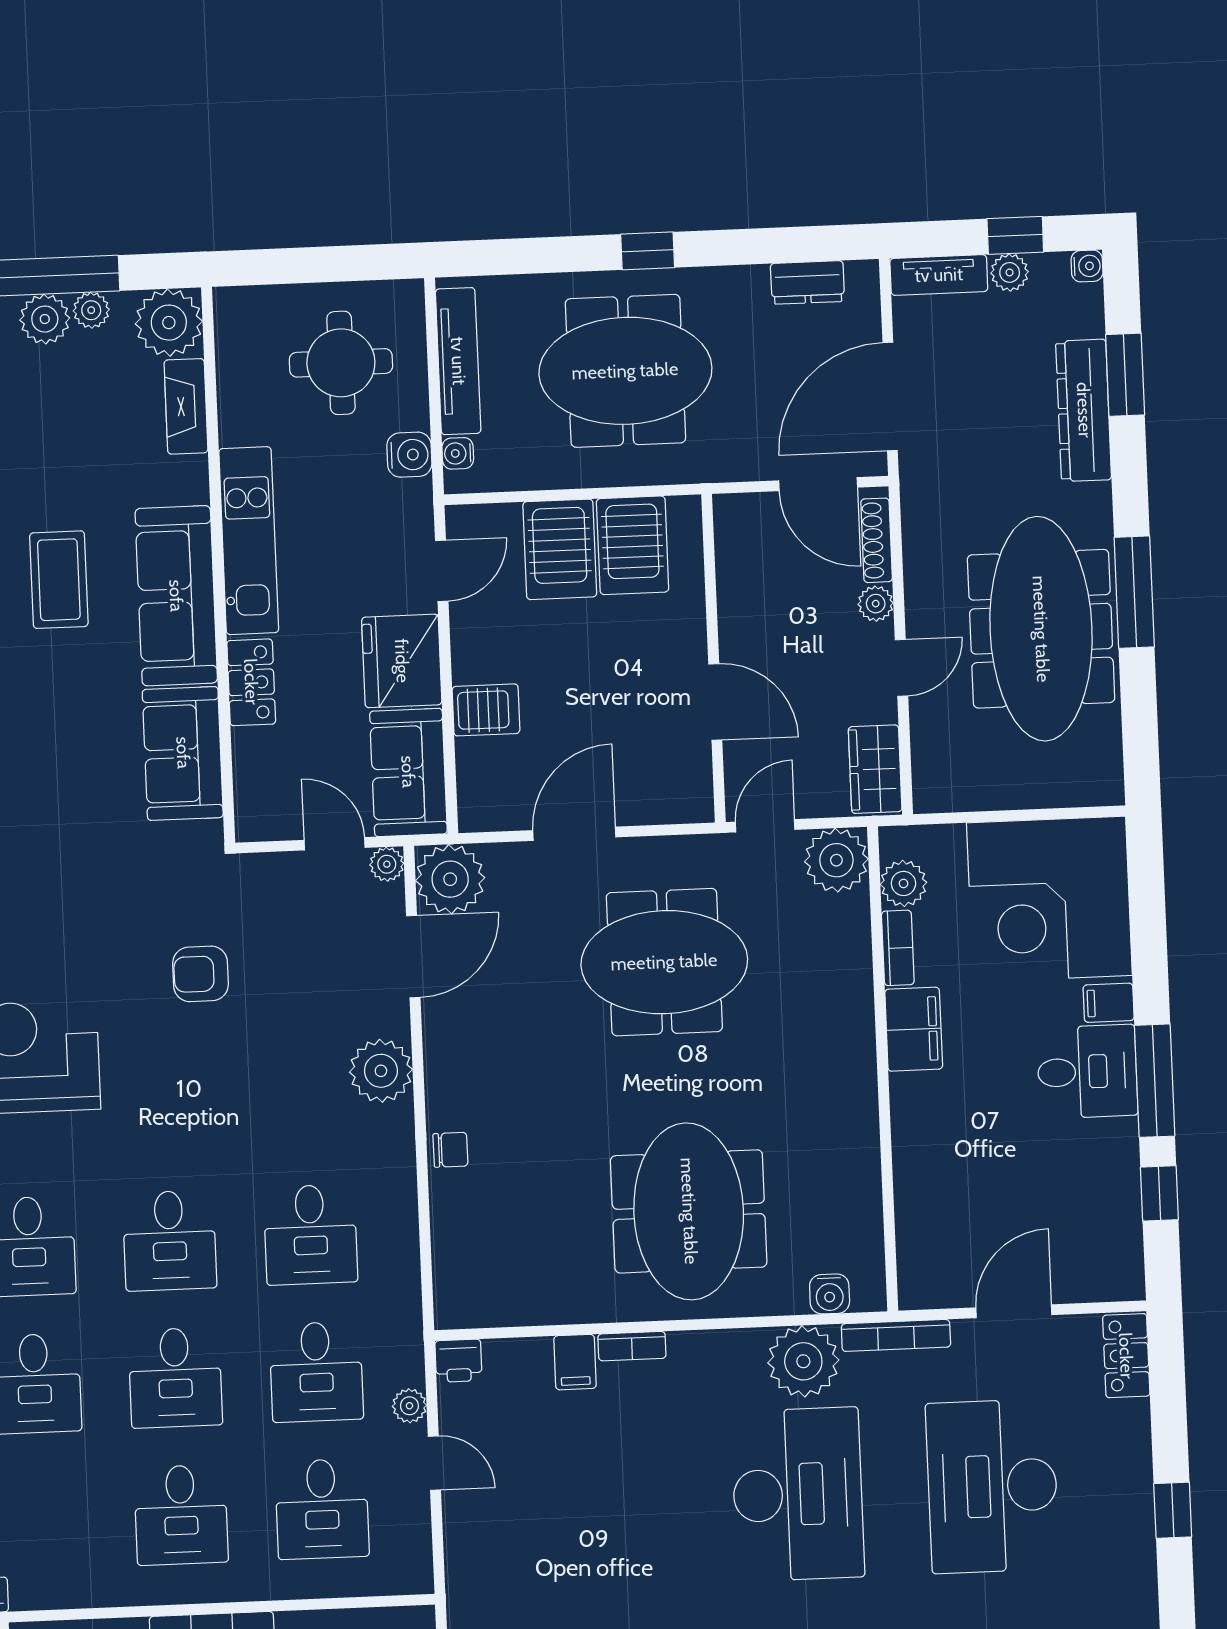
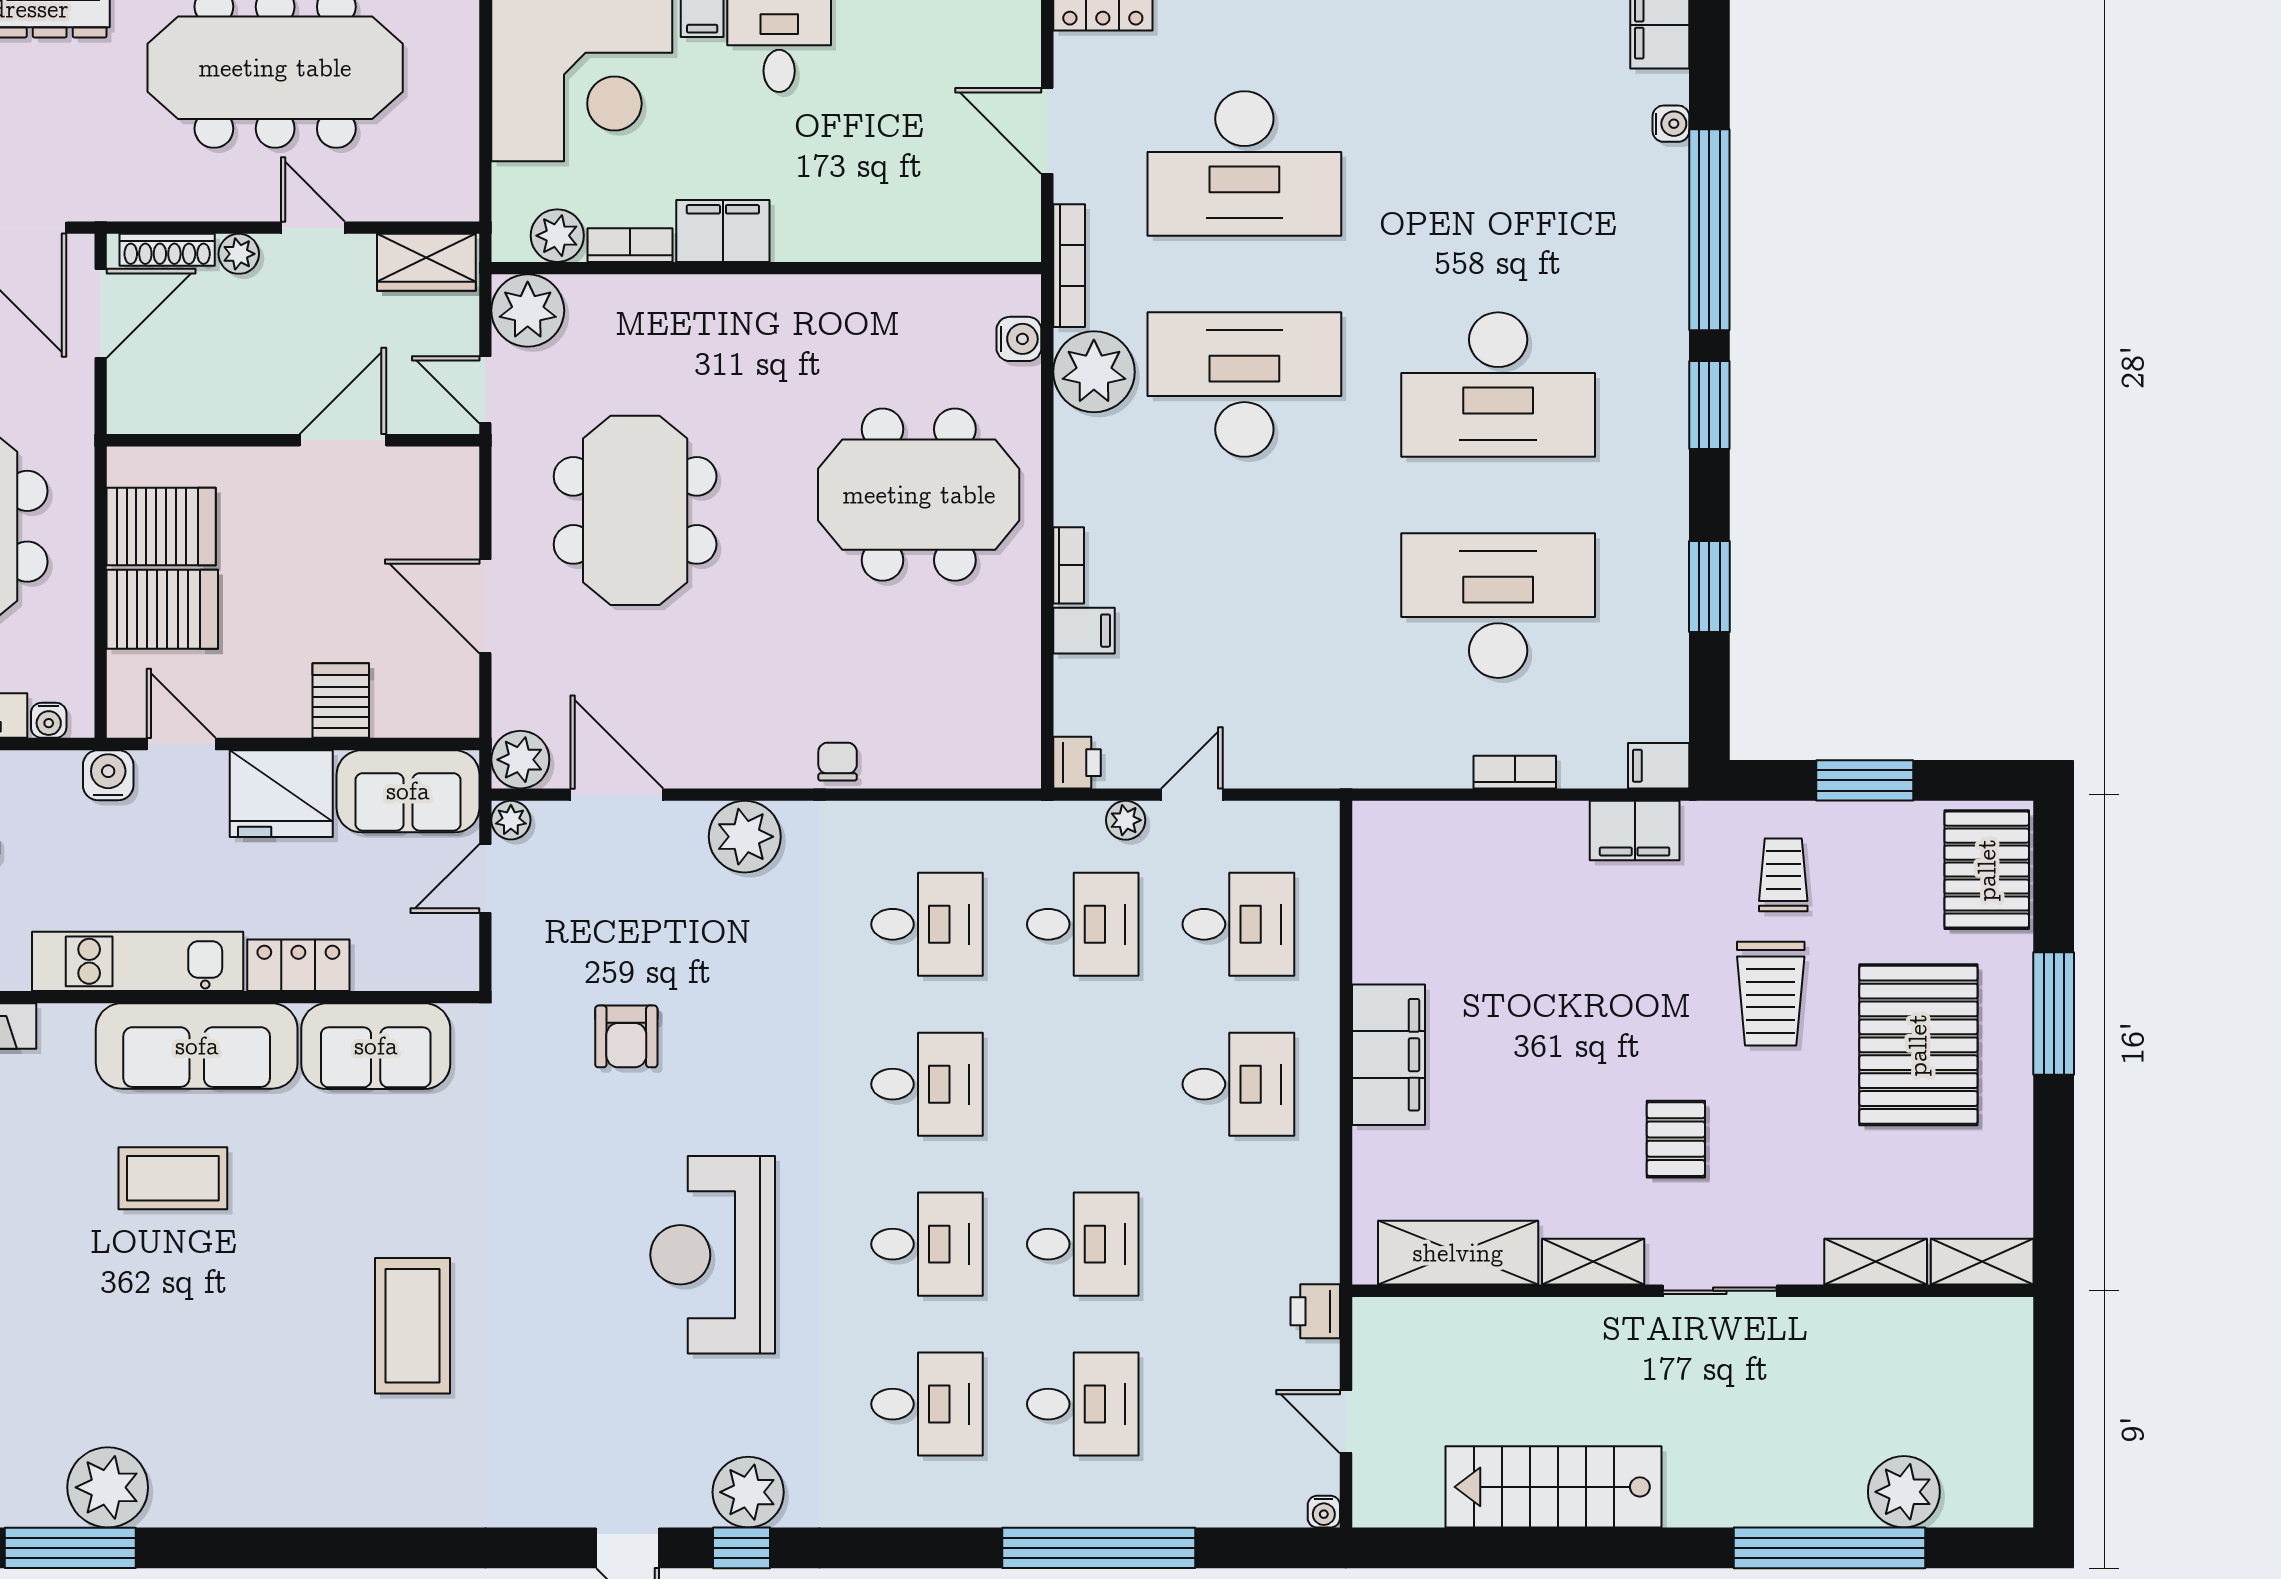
water cooler: (409, 455) -> (108, 775), moved
plant: (450, 879) -> (520, 760), width x0.73, depth x0.73
desk: (175, 1378) -> (1083, 1084), removed

